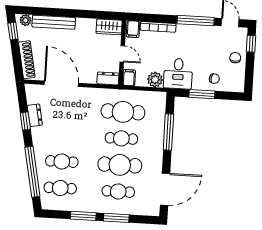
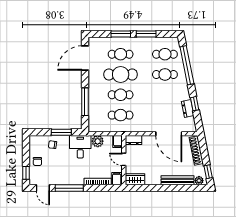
cafe table: (123, 112) -> (121, 115), width x0.73, depth x0.74

